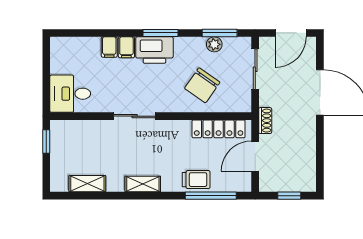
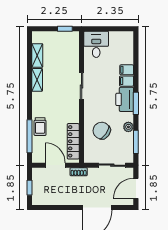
door: (291, 33) -> (136, 188), hinge flipped
plant: (214, 44) -> (128, 127), moved
shelving: (143, 184) -> (37, 80), moved

